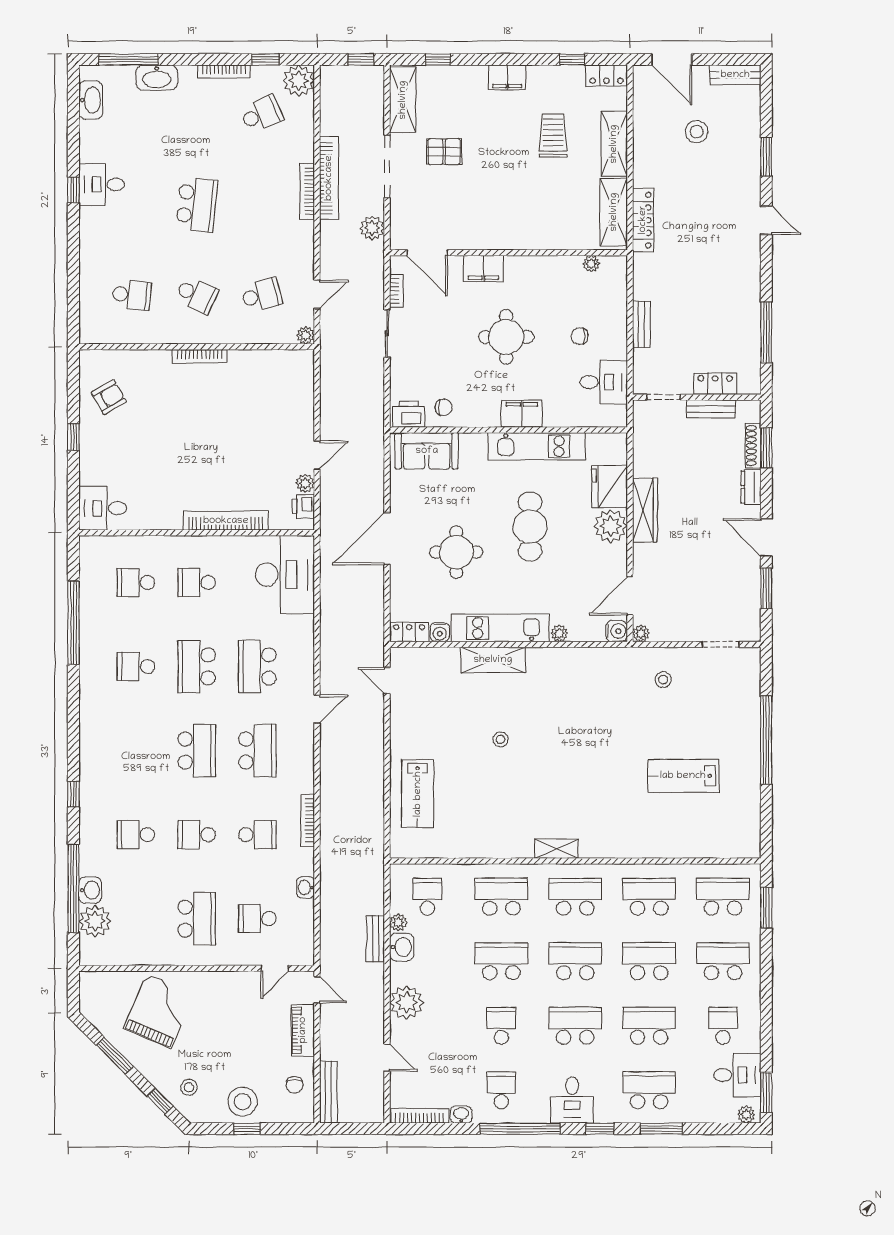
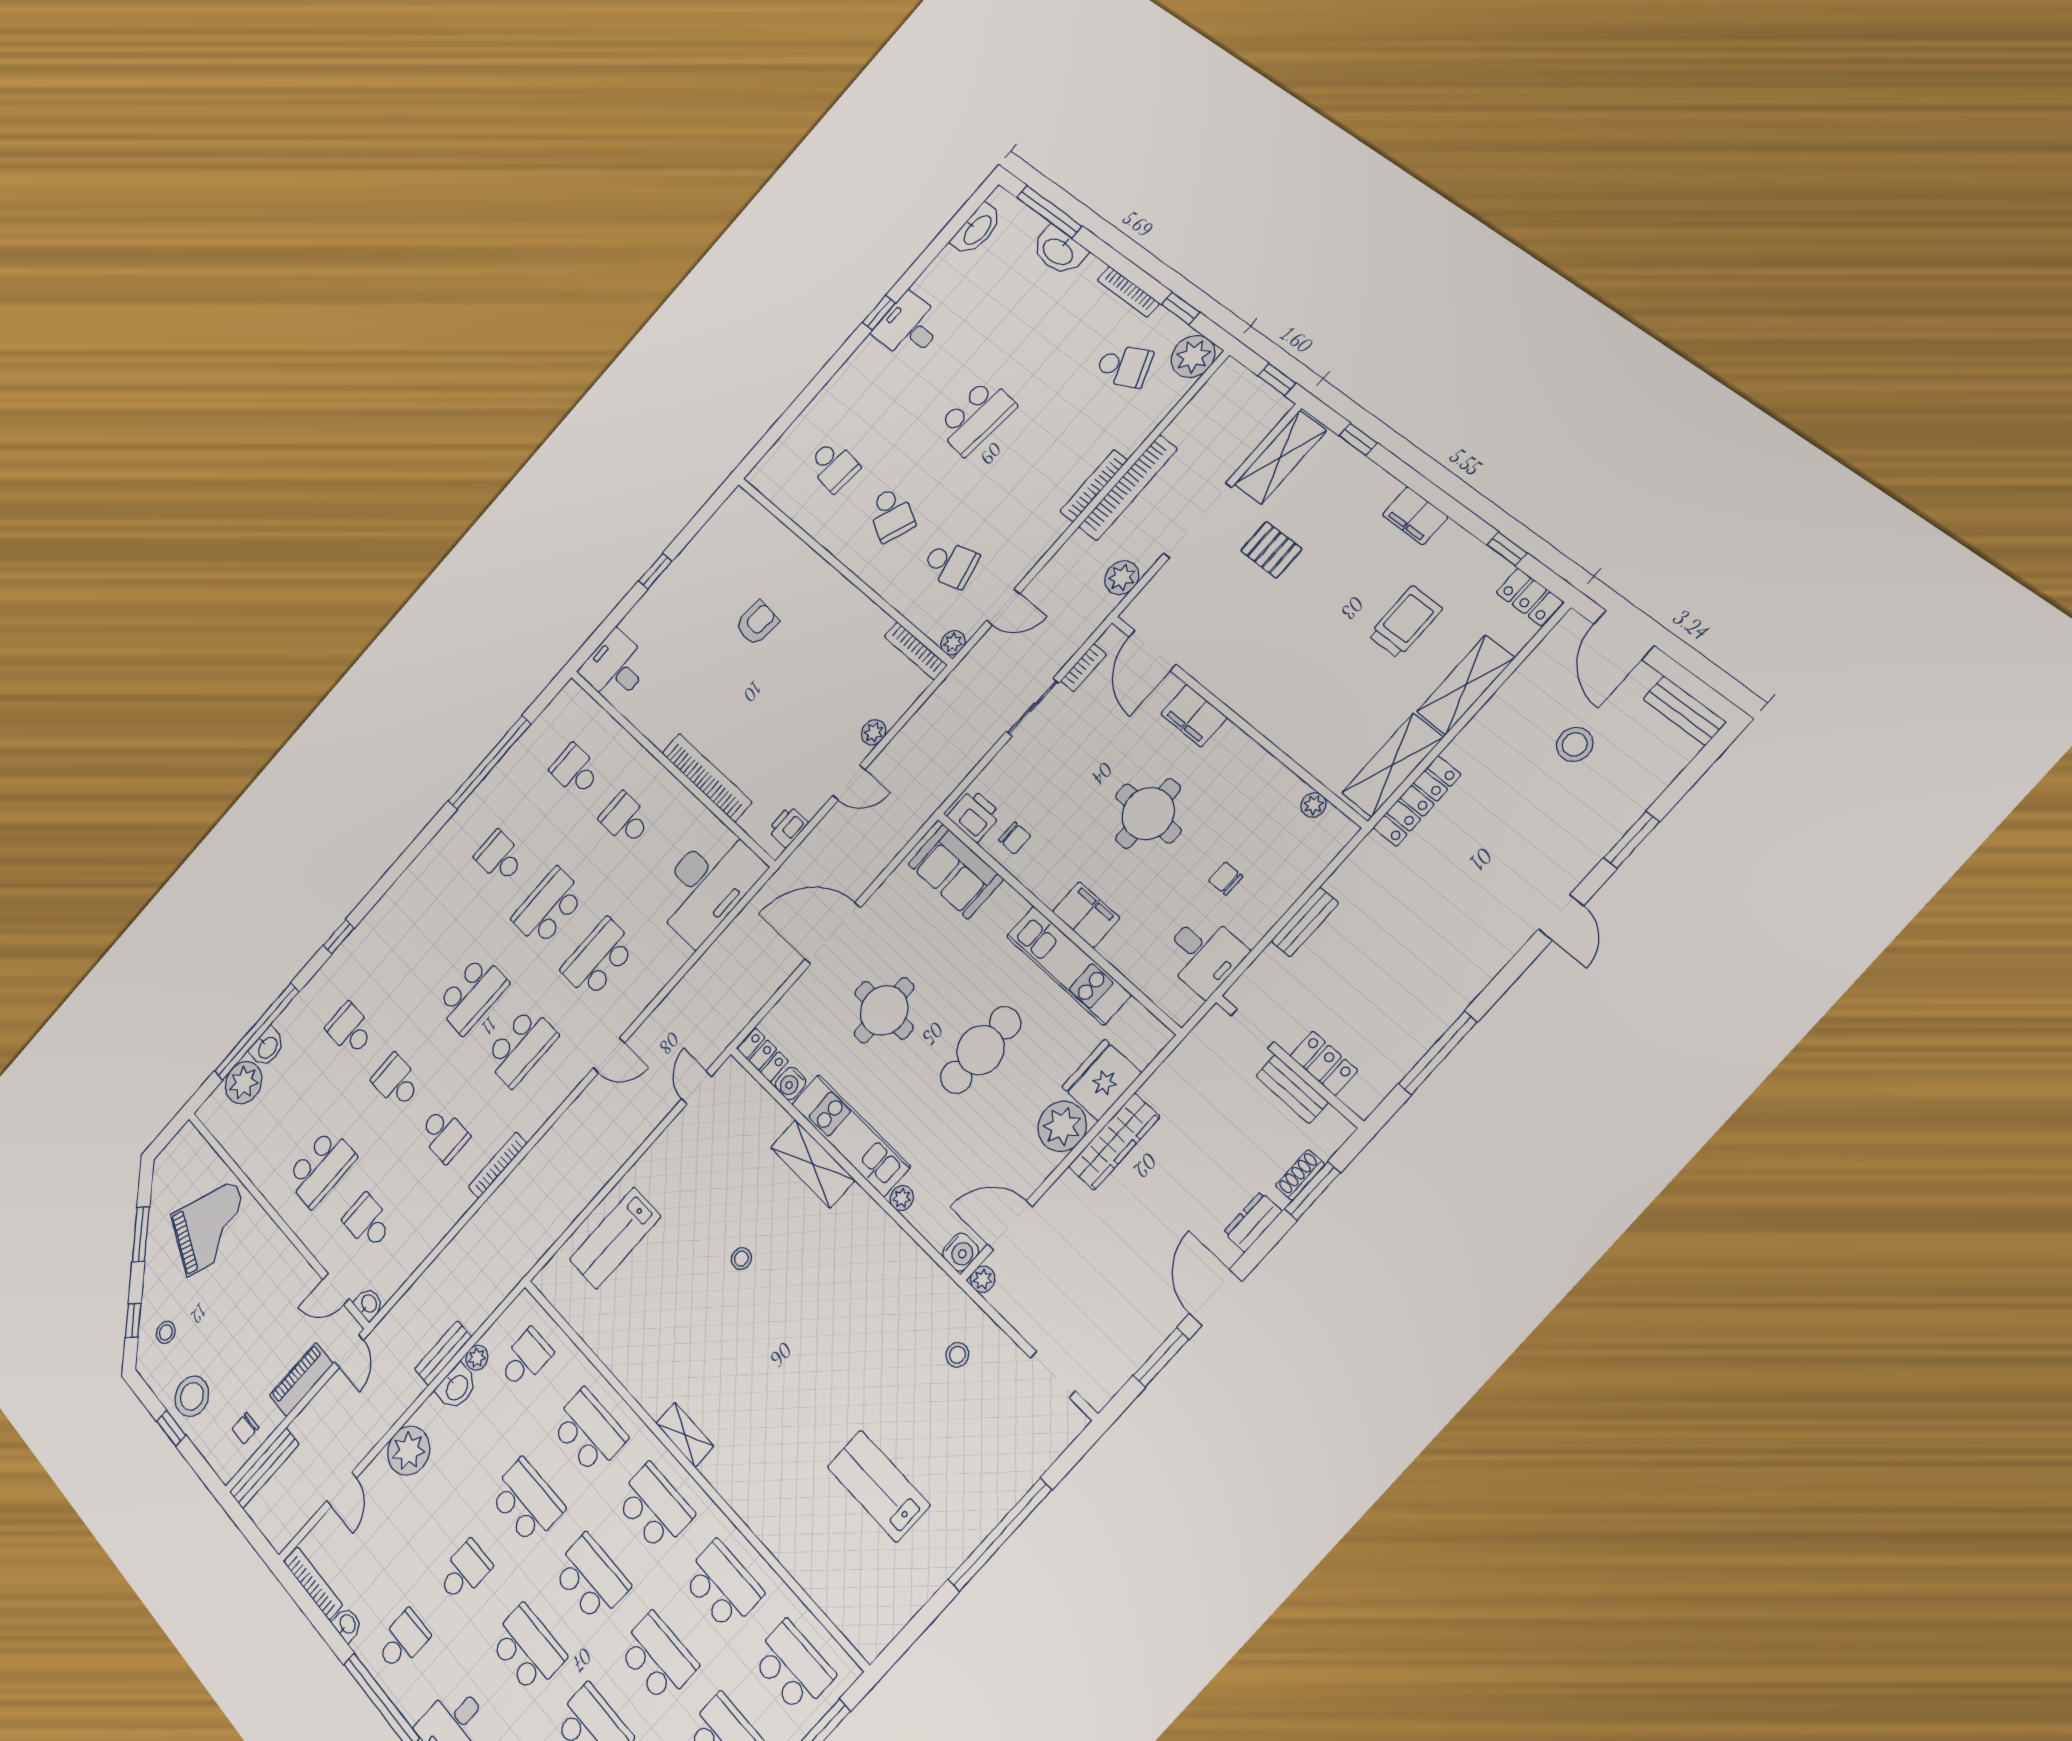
bookcase: (200, 356) -> (916, 651), moved
armchair: (109, 397) -> (757, 623), moved, turned -55
shoe rack: (753, 446) -> (1300, 1175), width x0.70
plant: (305, 483) -> (874, 732), moved
washbasin: (306, 887) -> (369, 1304), moved, turned 90

